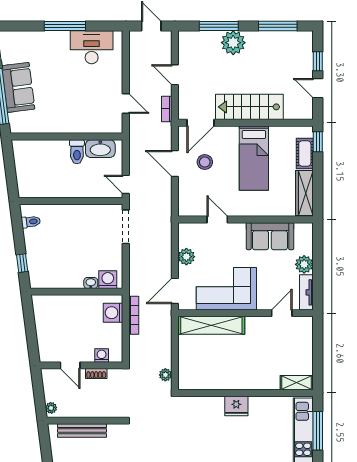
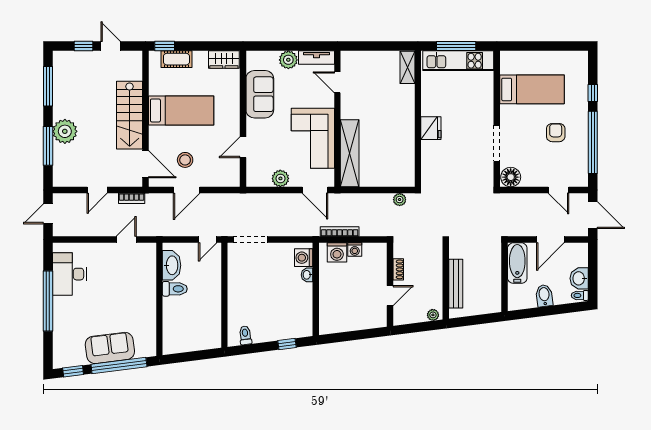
window: (65, 26) -> (48, 301), width x1.46
door: (318, 88) -> (111, 46), swing flipped
wardrobe: (304, 193) -> (224, 60), width x0.67
washing machine: (102, 355) -> (355, 250), moved, turned -90

